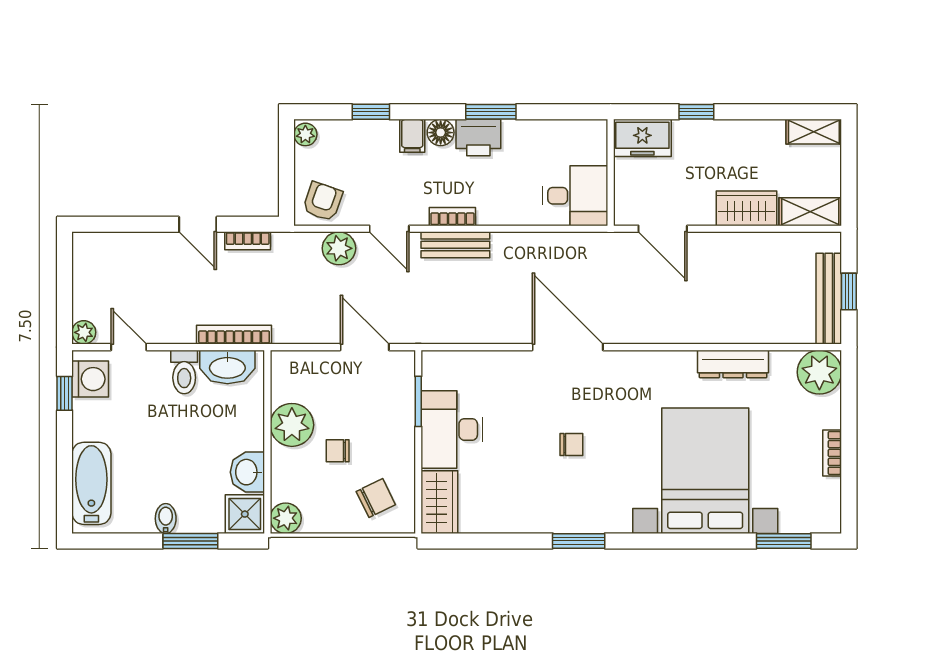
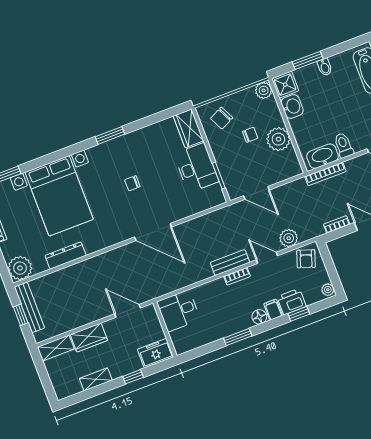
shelving: (814, 132) -> (96, 379), moved
printer: (478, 138) -> (292, 302), moved

